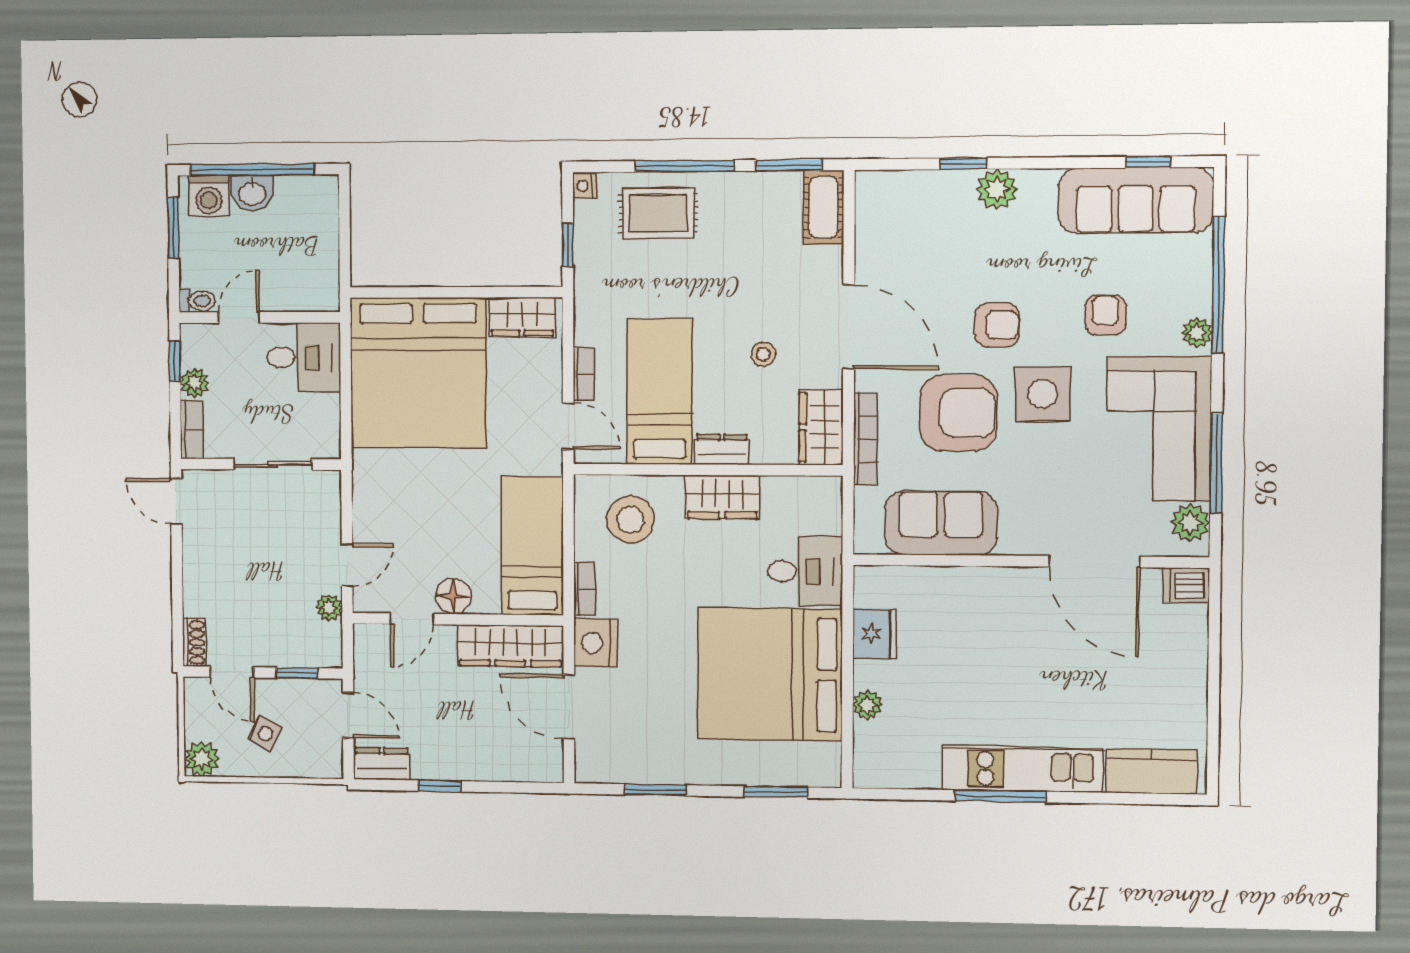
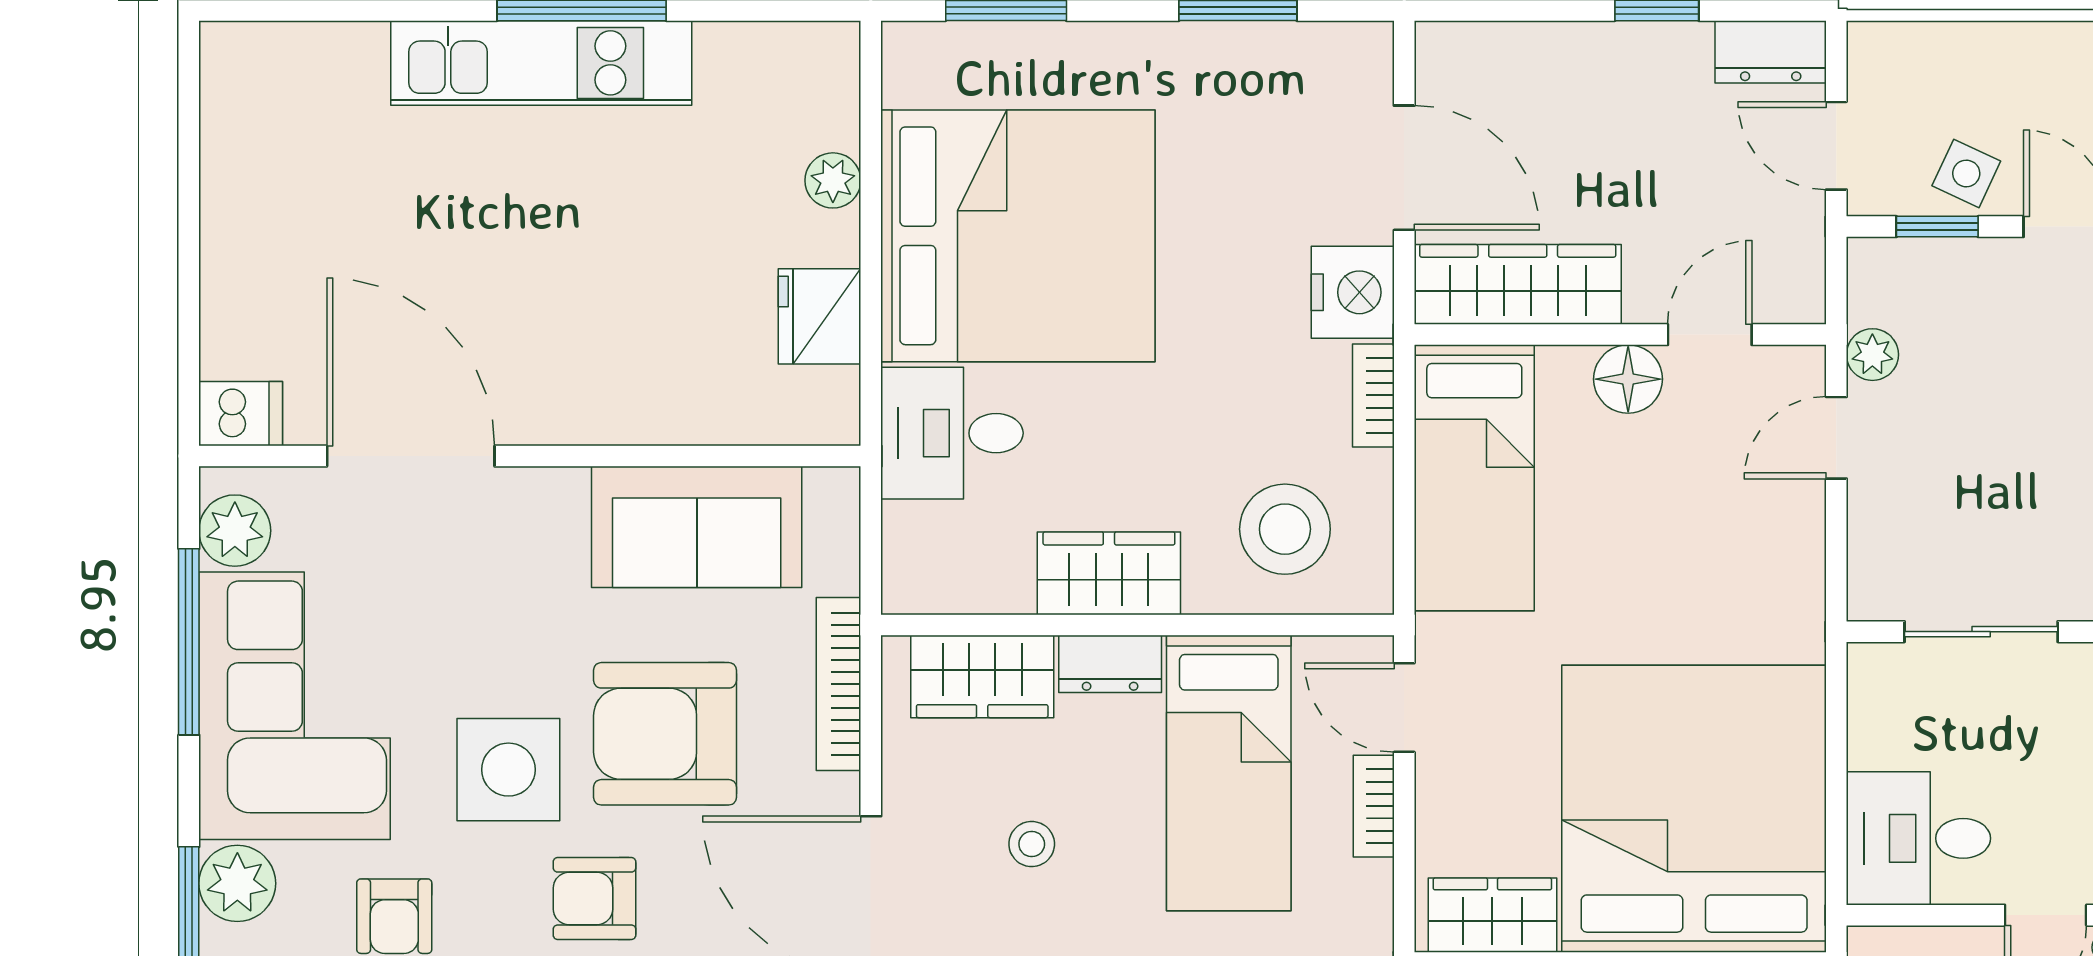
plant: (1197, 333) -> (237, 883), width x1.38, depth x1.38
wardrobe: (821, 427) -> (982, 676), moved, turned 90
side table: (265, 734) -> (1966, 173), moved
kitchen counter: (1151, 771) -> (302, 62), removed

